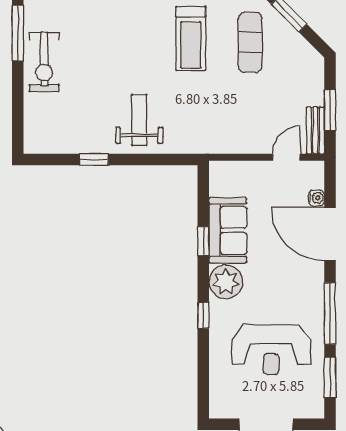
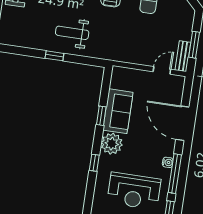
weight bench: (139, 120) -> (72, 33), turned -90
window: (94, 160) -> (54, 56), moved
water cooler: (317, 198) -> (168, 162), moved

